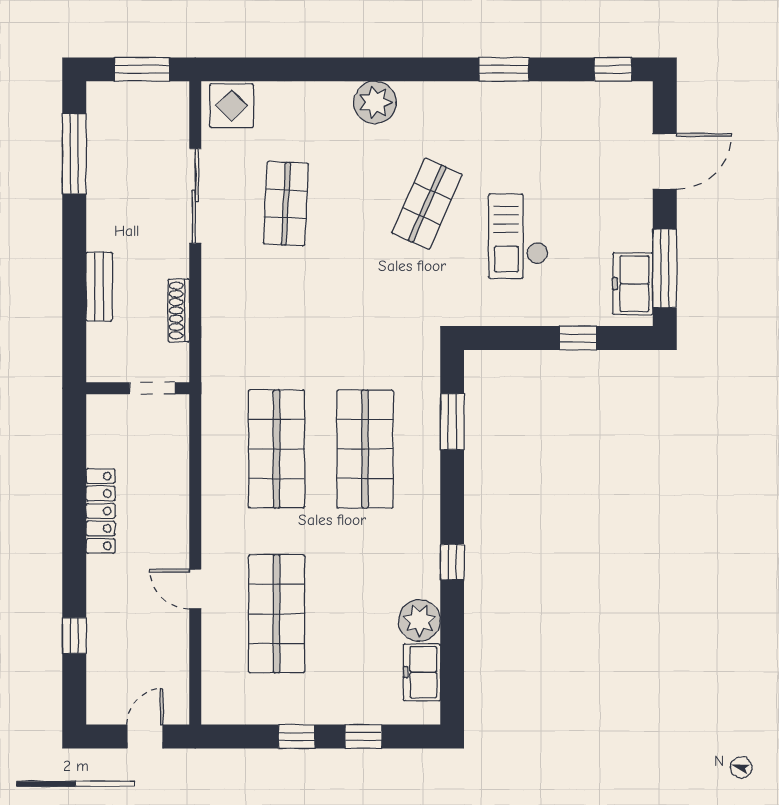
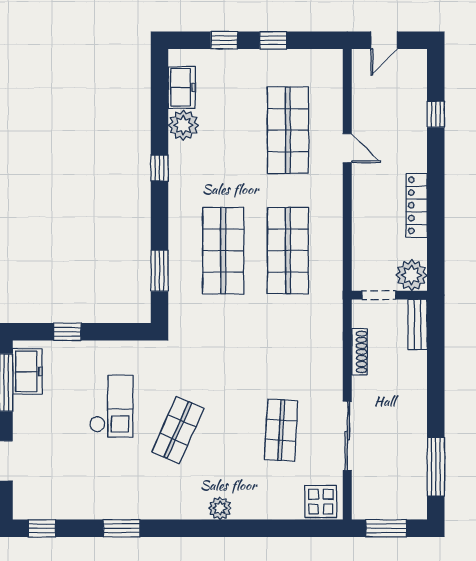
plant: (375, 102) -> (220, 508), width x0.73, depth x0.73
bench: (99, 287) -> (418, 325), moved
plant: (107, 415) -> (412, 275), added

